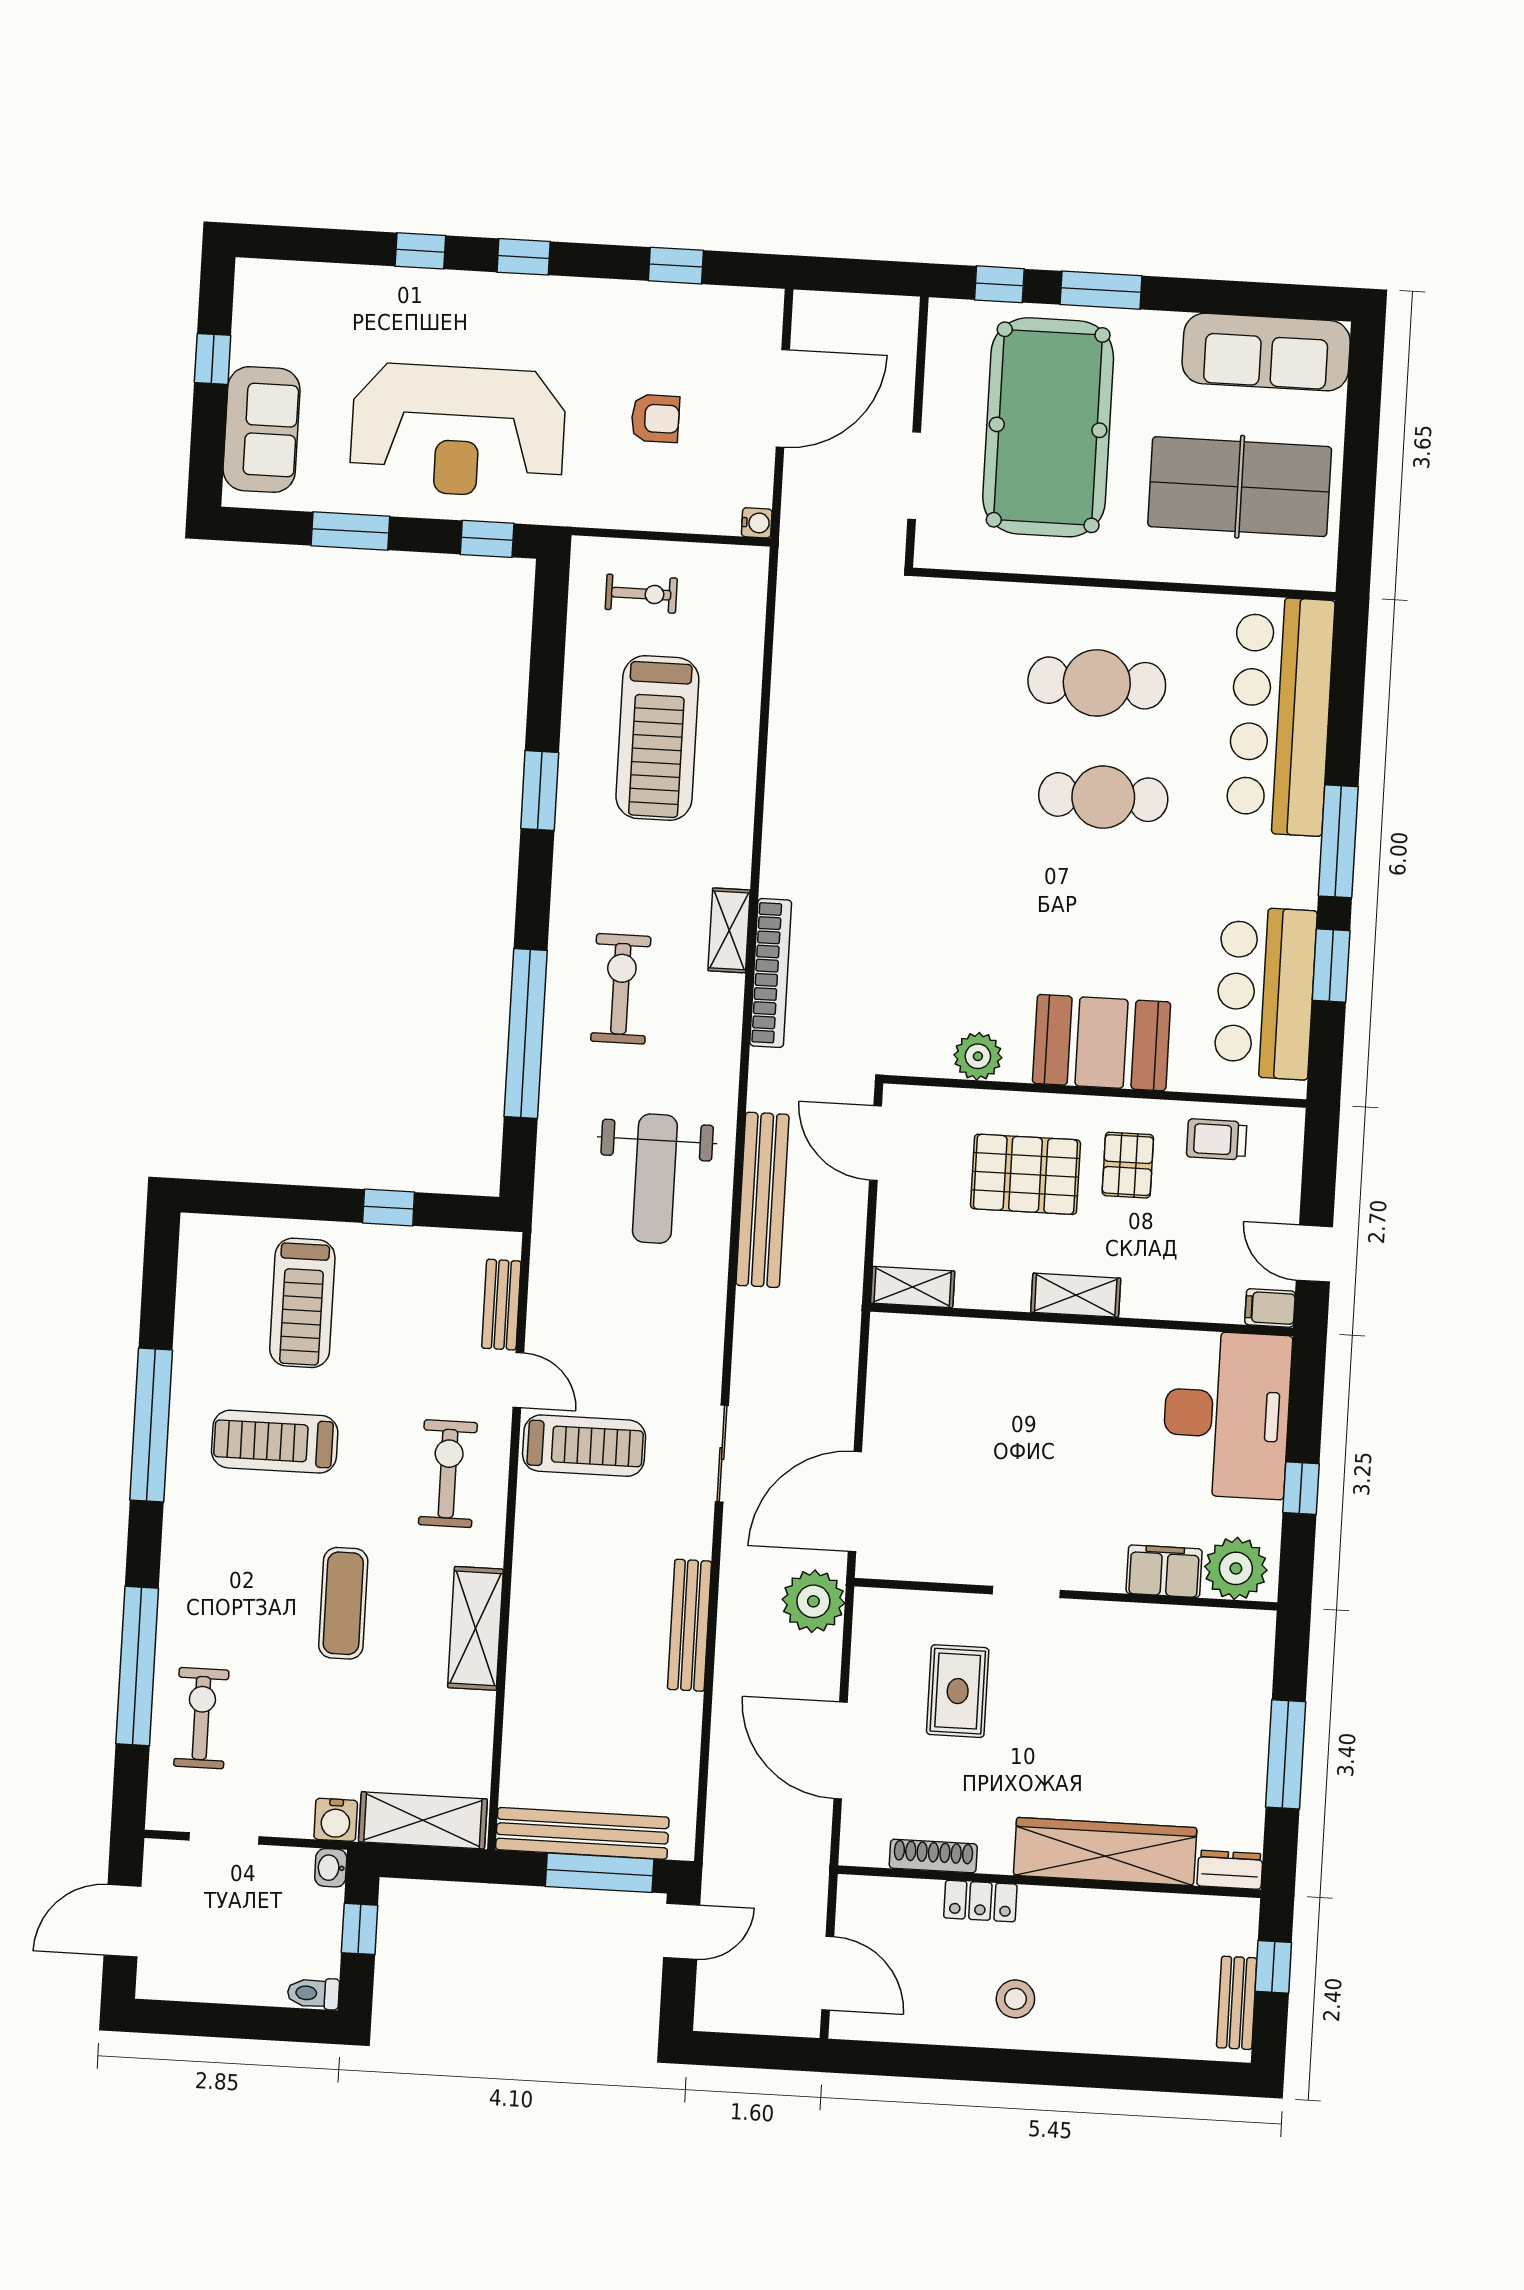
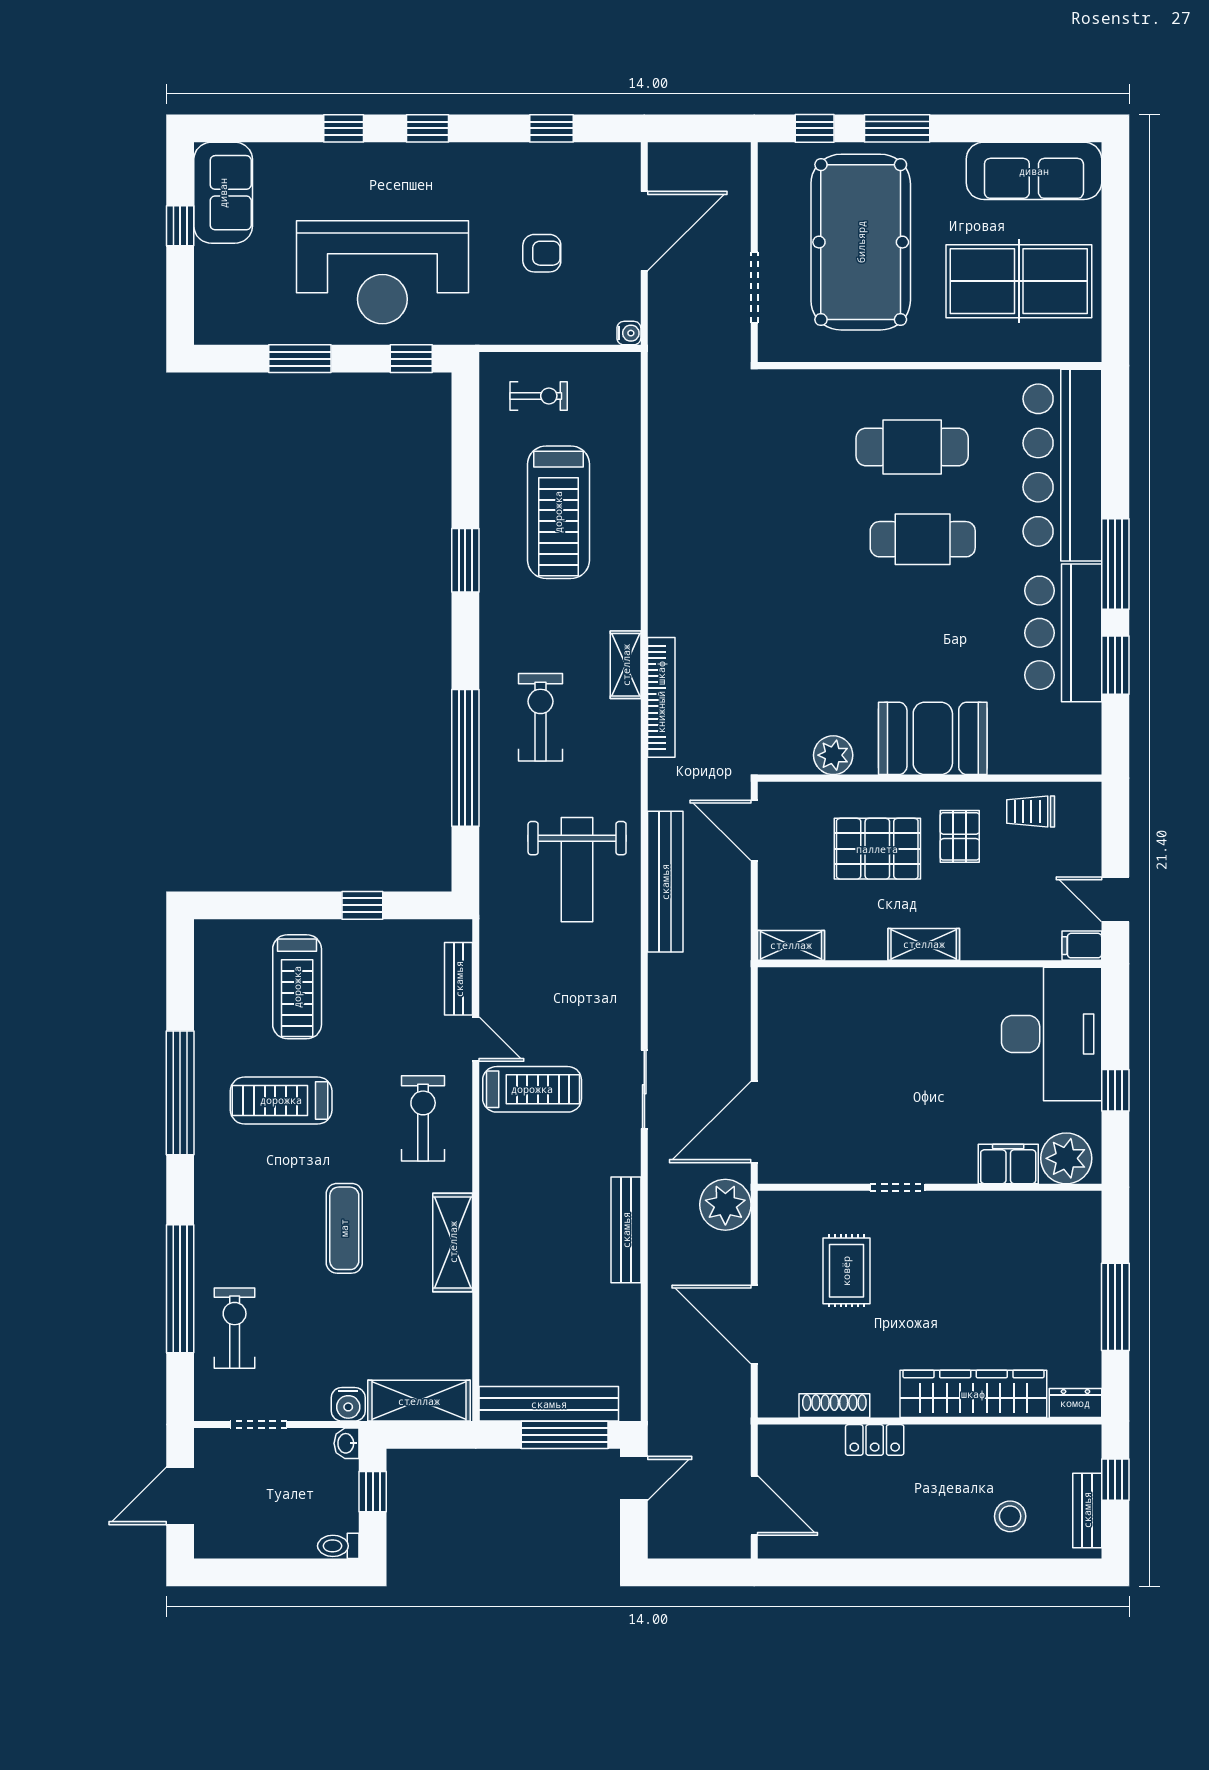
sofa: (262, 430) -> (223, 193), moved
bar counter: (1265, 993) -> (1063, 633), moved
stool: (1015, 1999) -> (1010, 1516), moved

